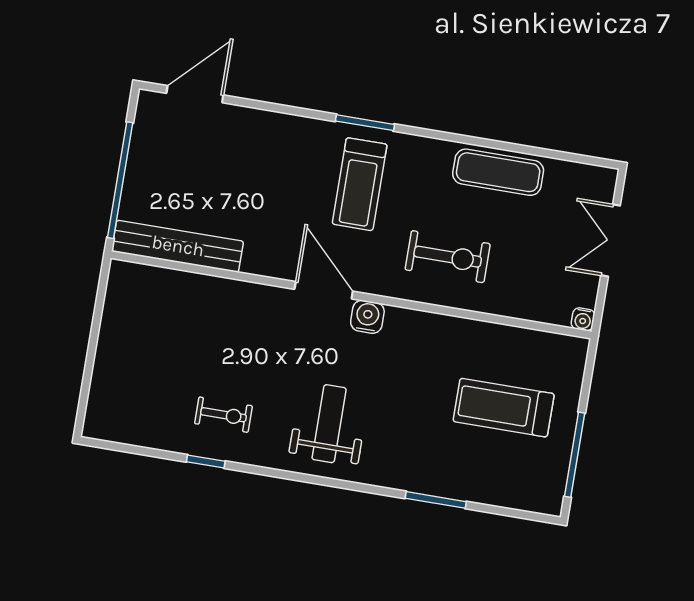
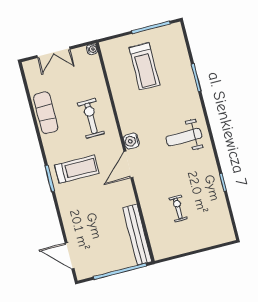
exercise bike: (224, 415) -> (178, 208), moved

